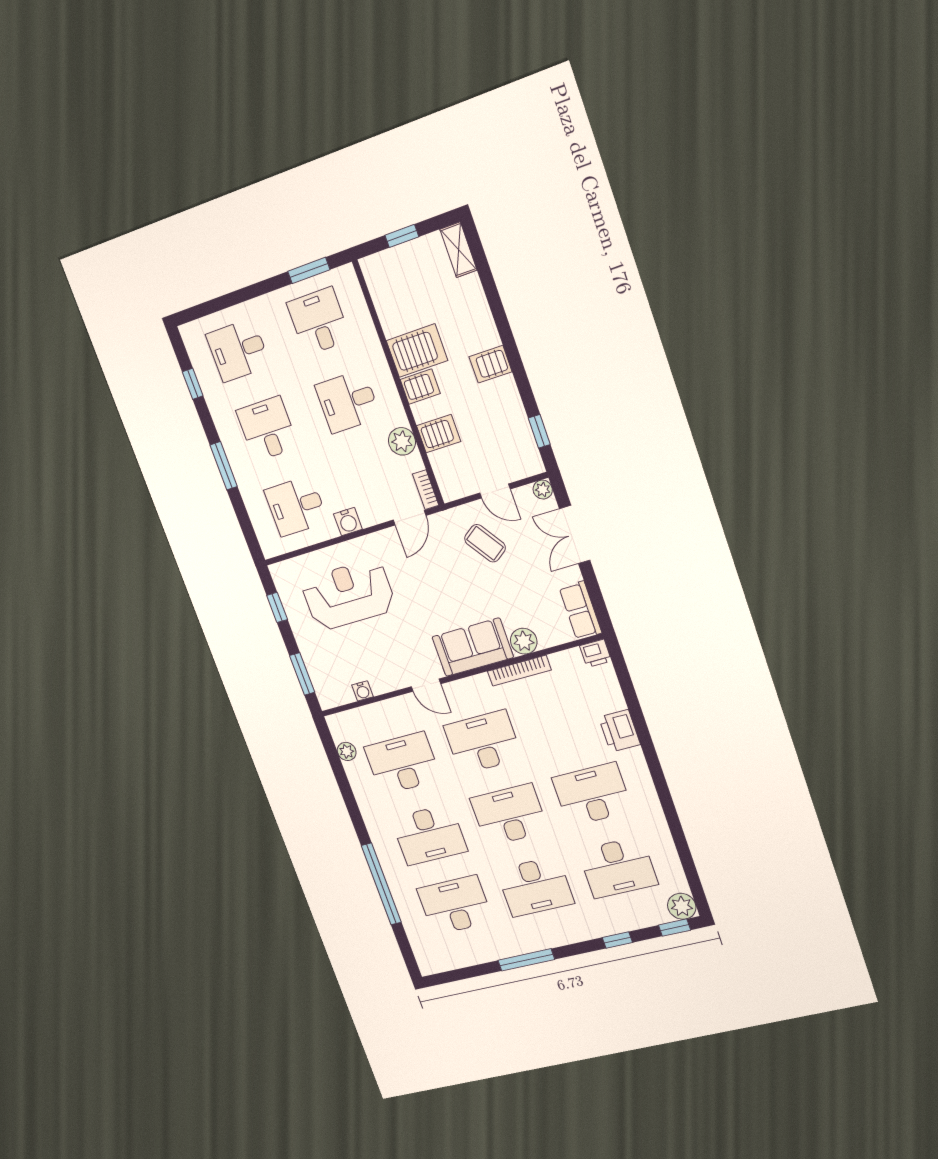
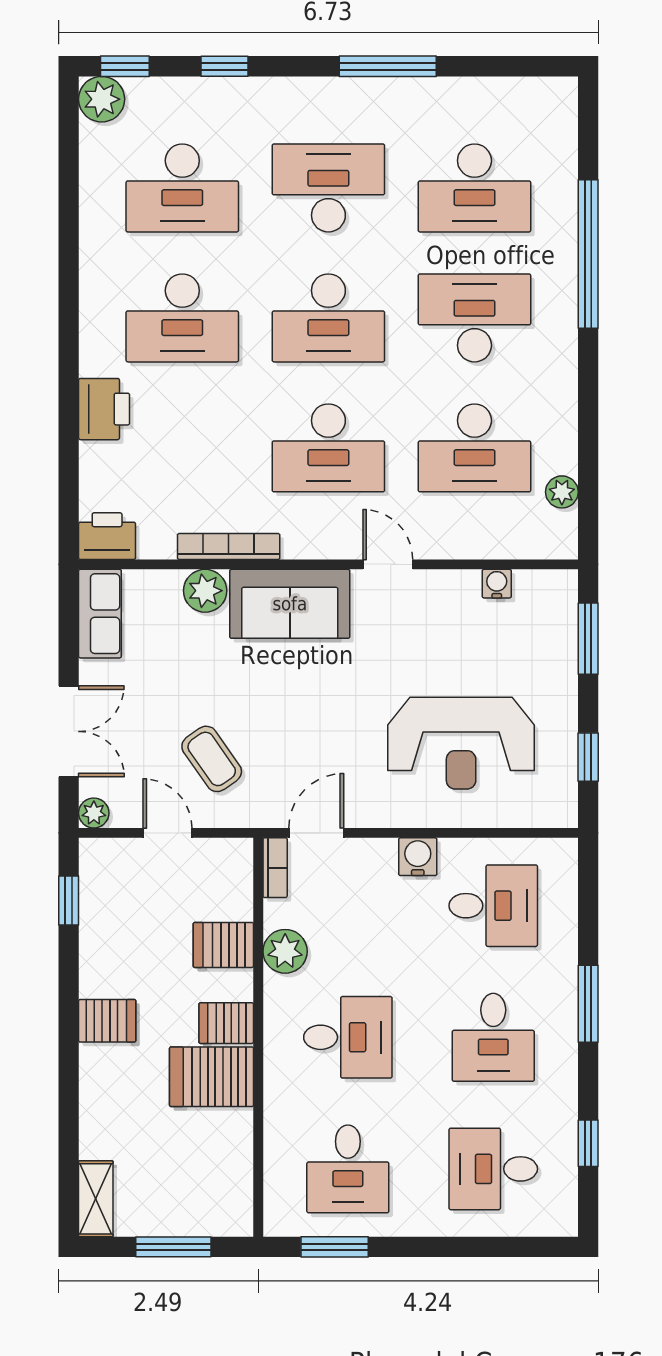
window: (402, 236) -> (173, 1247), width x1.50
desk: (238, 350) -> (493, 1169), turned 180
printer: (596, 653) -> (107, 536), width x1.36, depth x1.24
desk: (618, 867) -> (182, 188), turned 180

